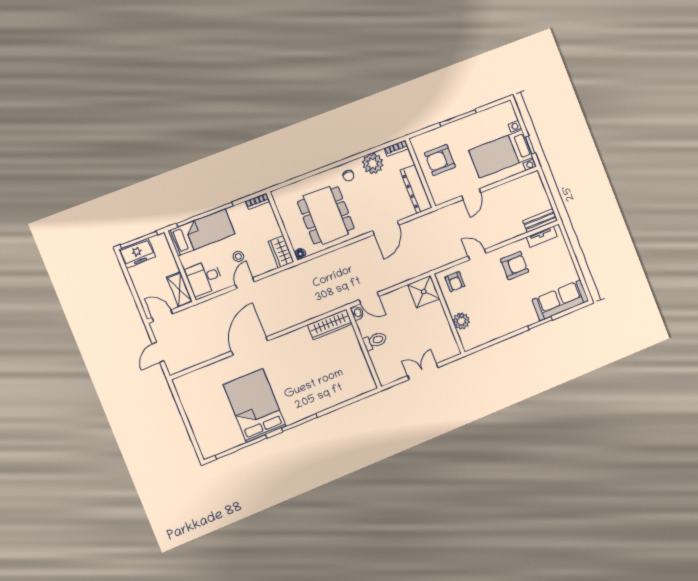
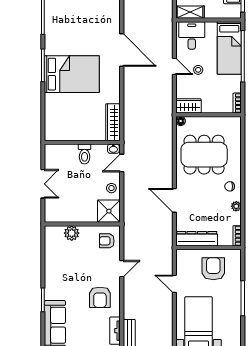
plant: (373, 164) -> (236, 206), width x0.53, depth x0.53
stool: (399, 298) -> (111, 188), added
bed: (255, 405) -> (72, 74), moved

